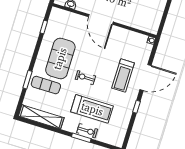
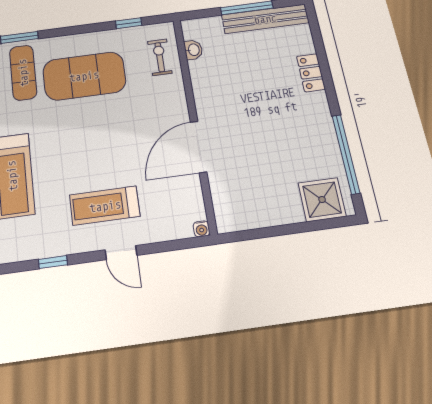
door: (101, 19) -> (199, 147), moved
exercise bike: (85, 78) -> (160, 57), moved
door: (146, 78) -> (121, 253), width x0.53

